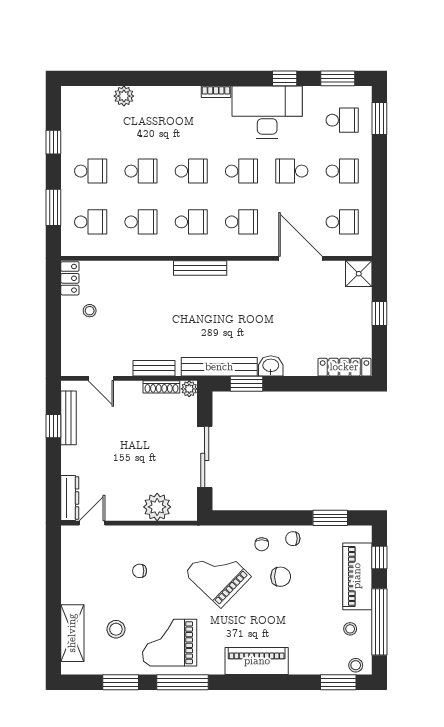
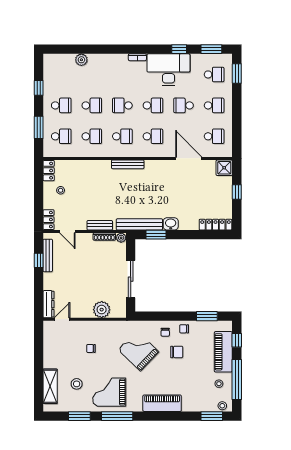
school desk: (191, 171) -> (122, 105), turned 180
locker: (70, 359) -> (48, 220), added

